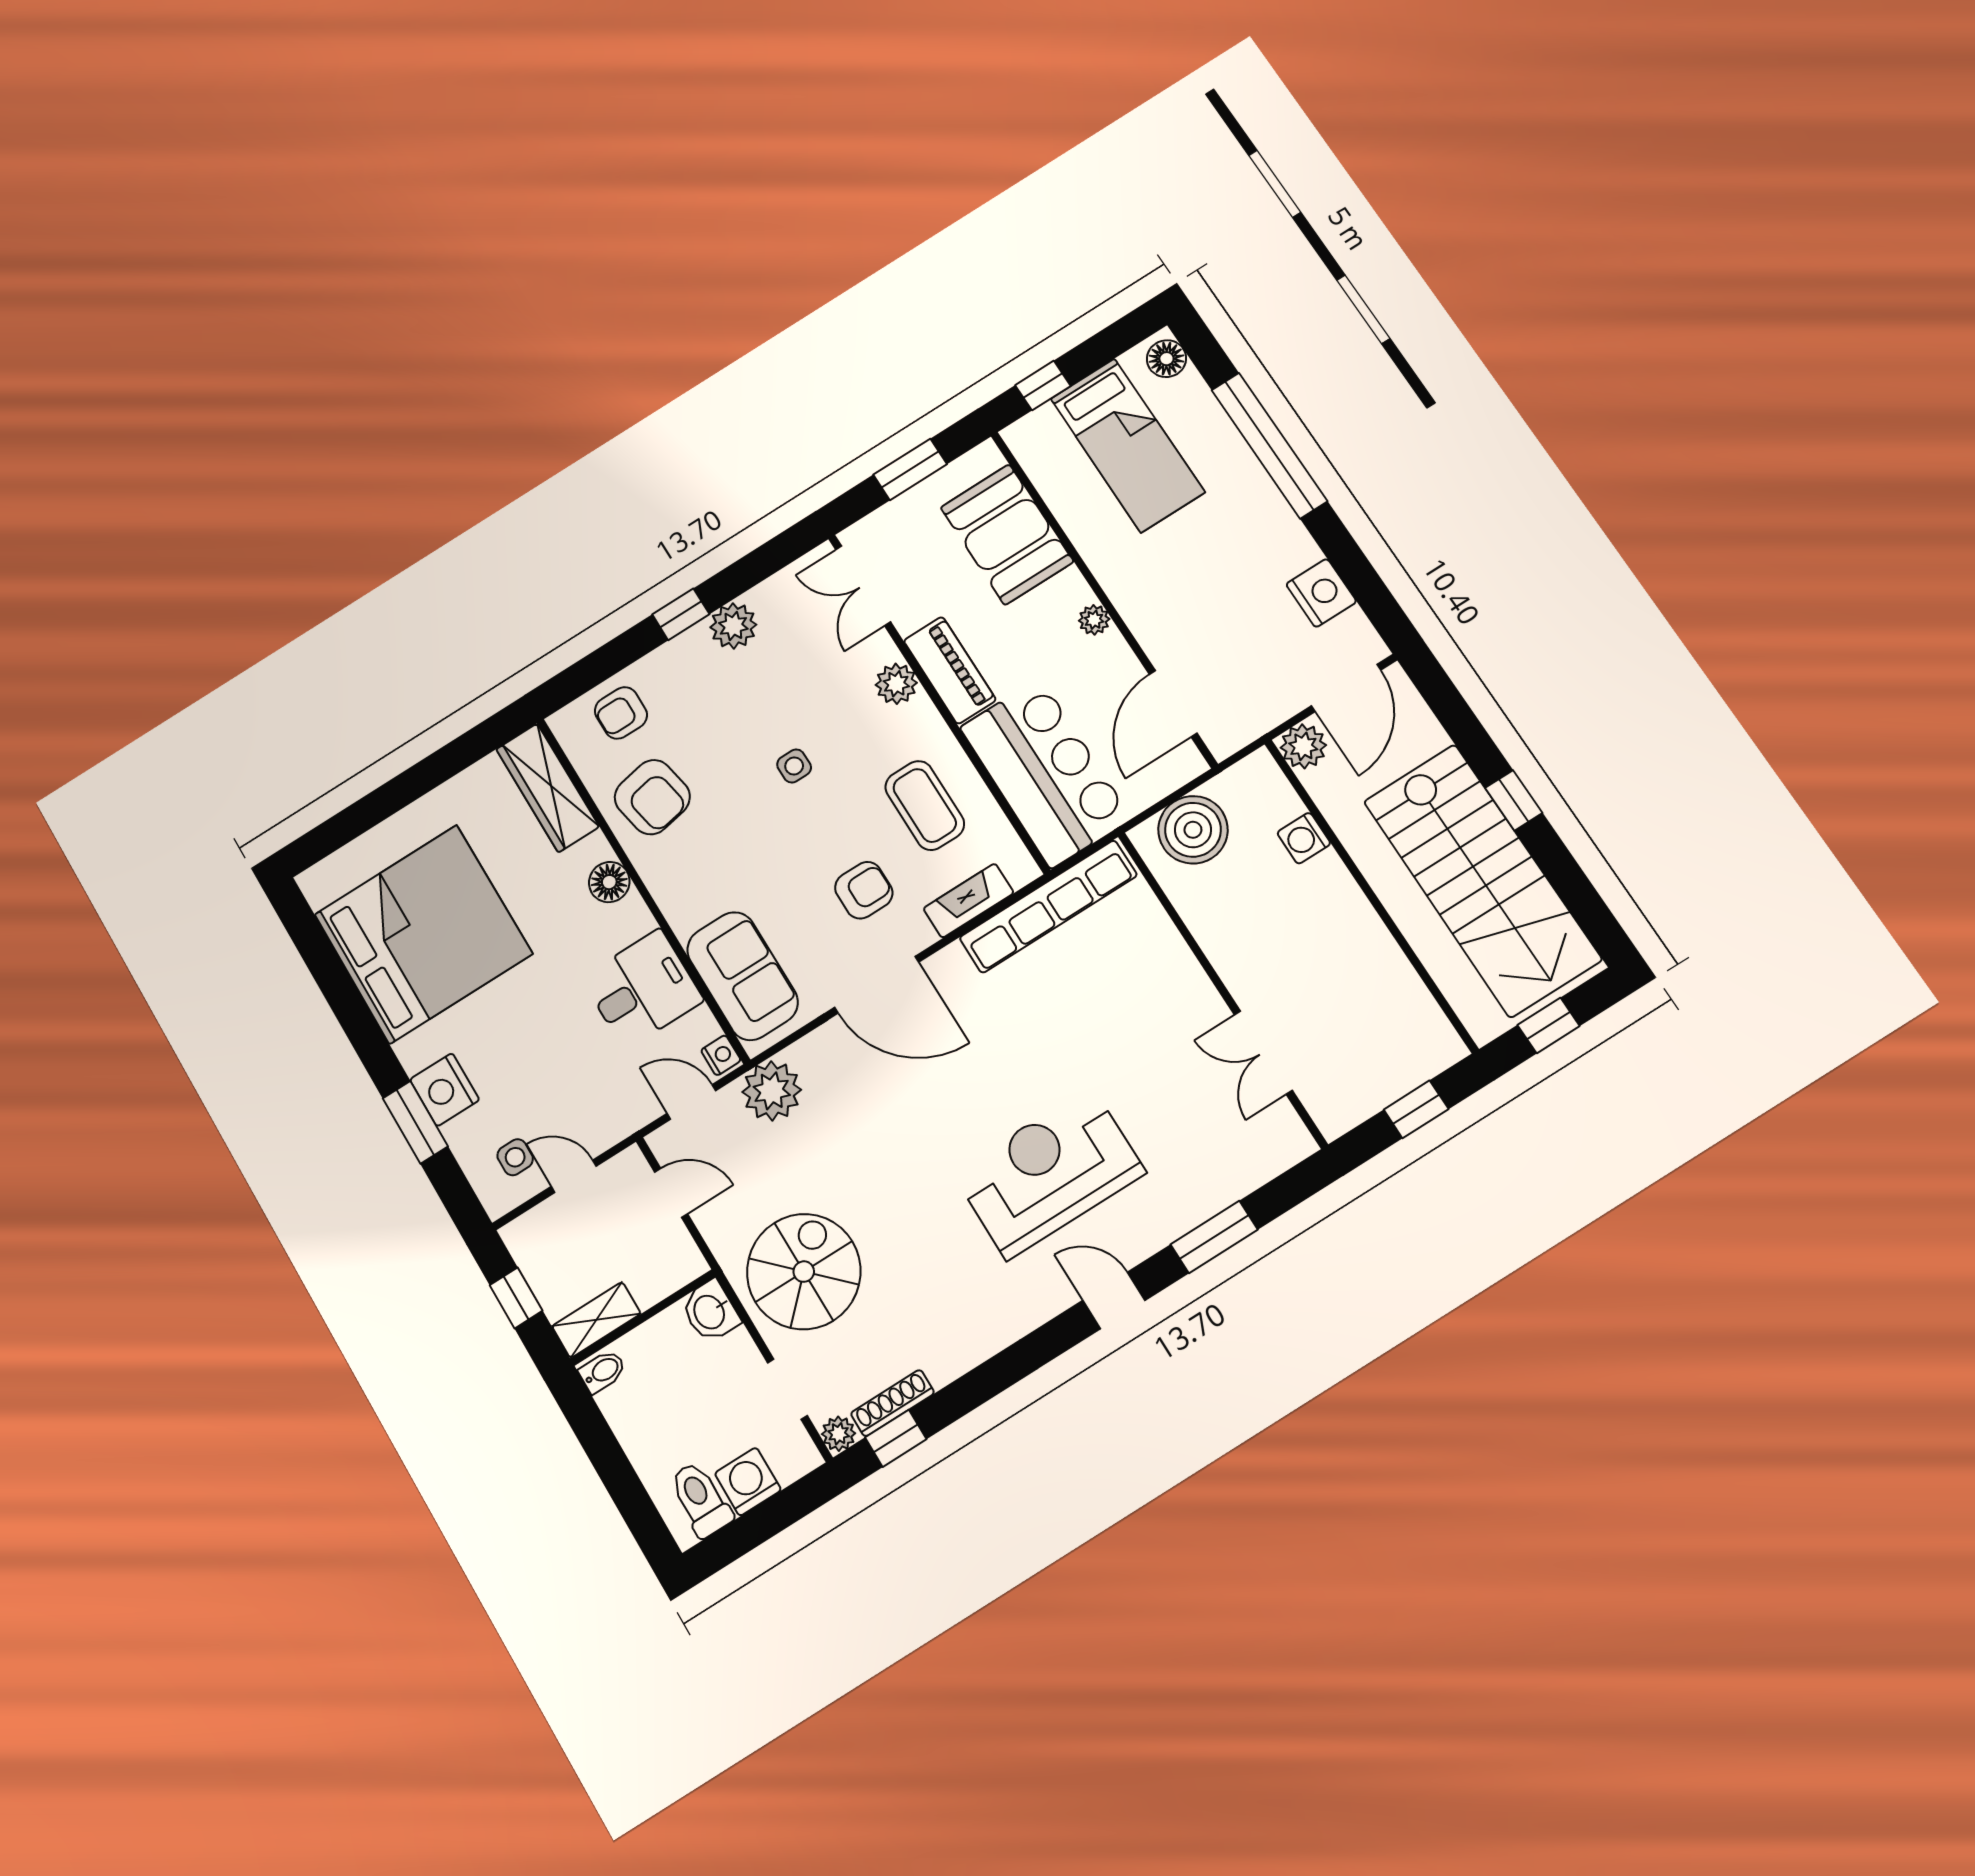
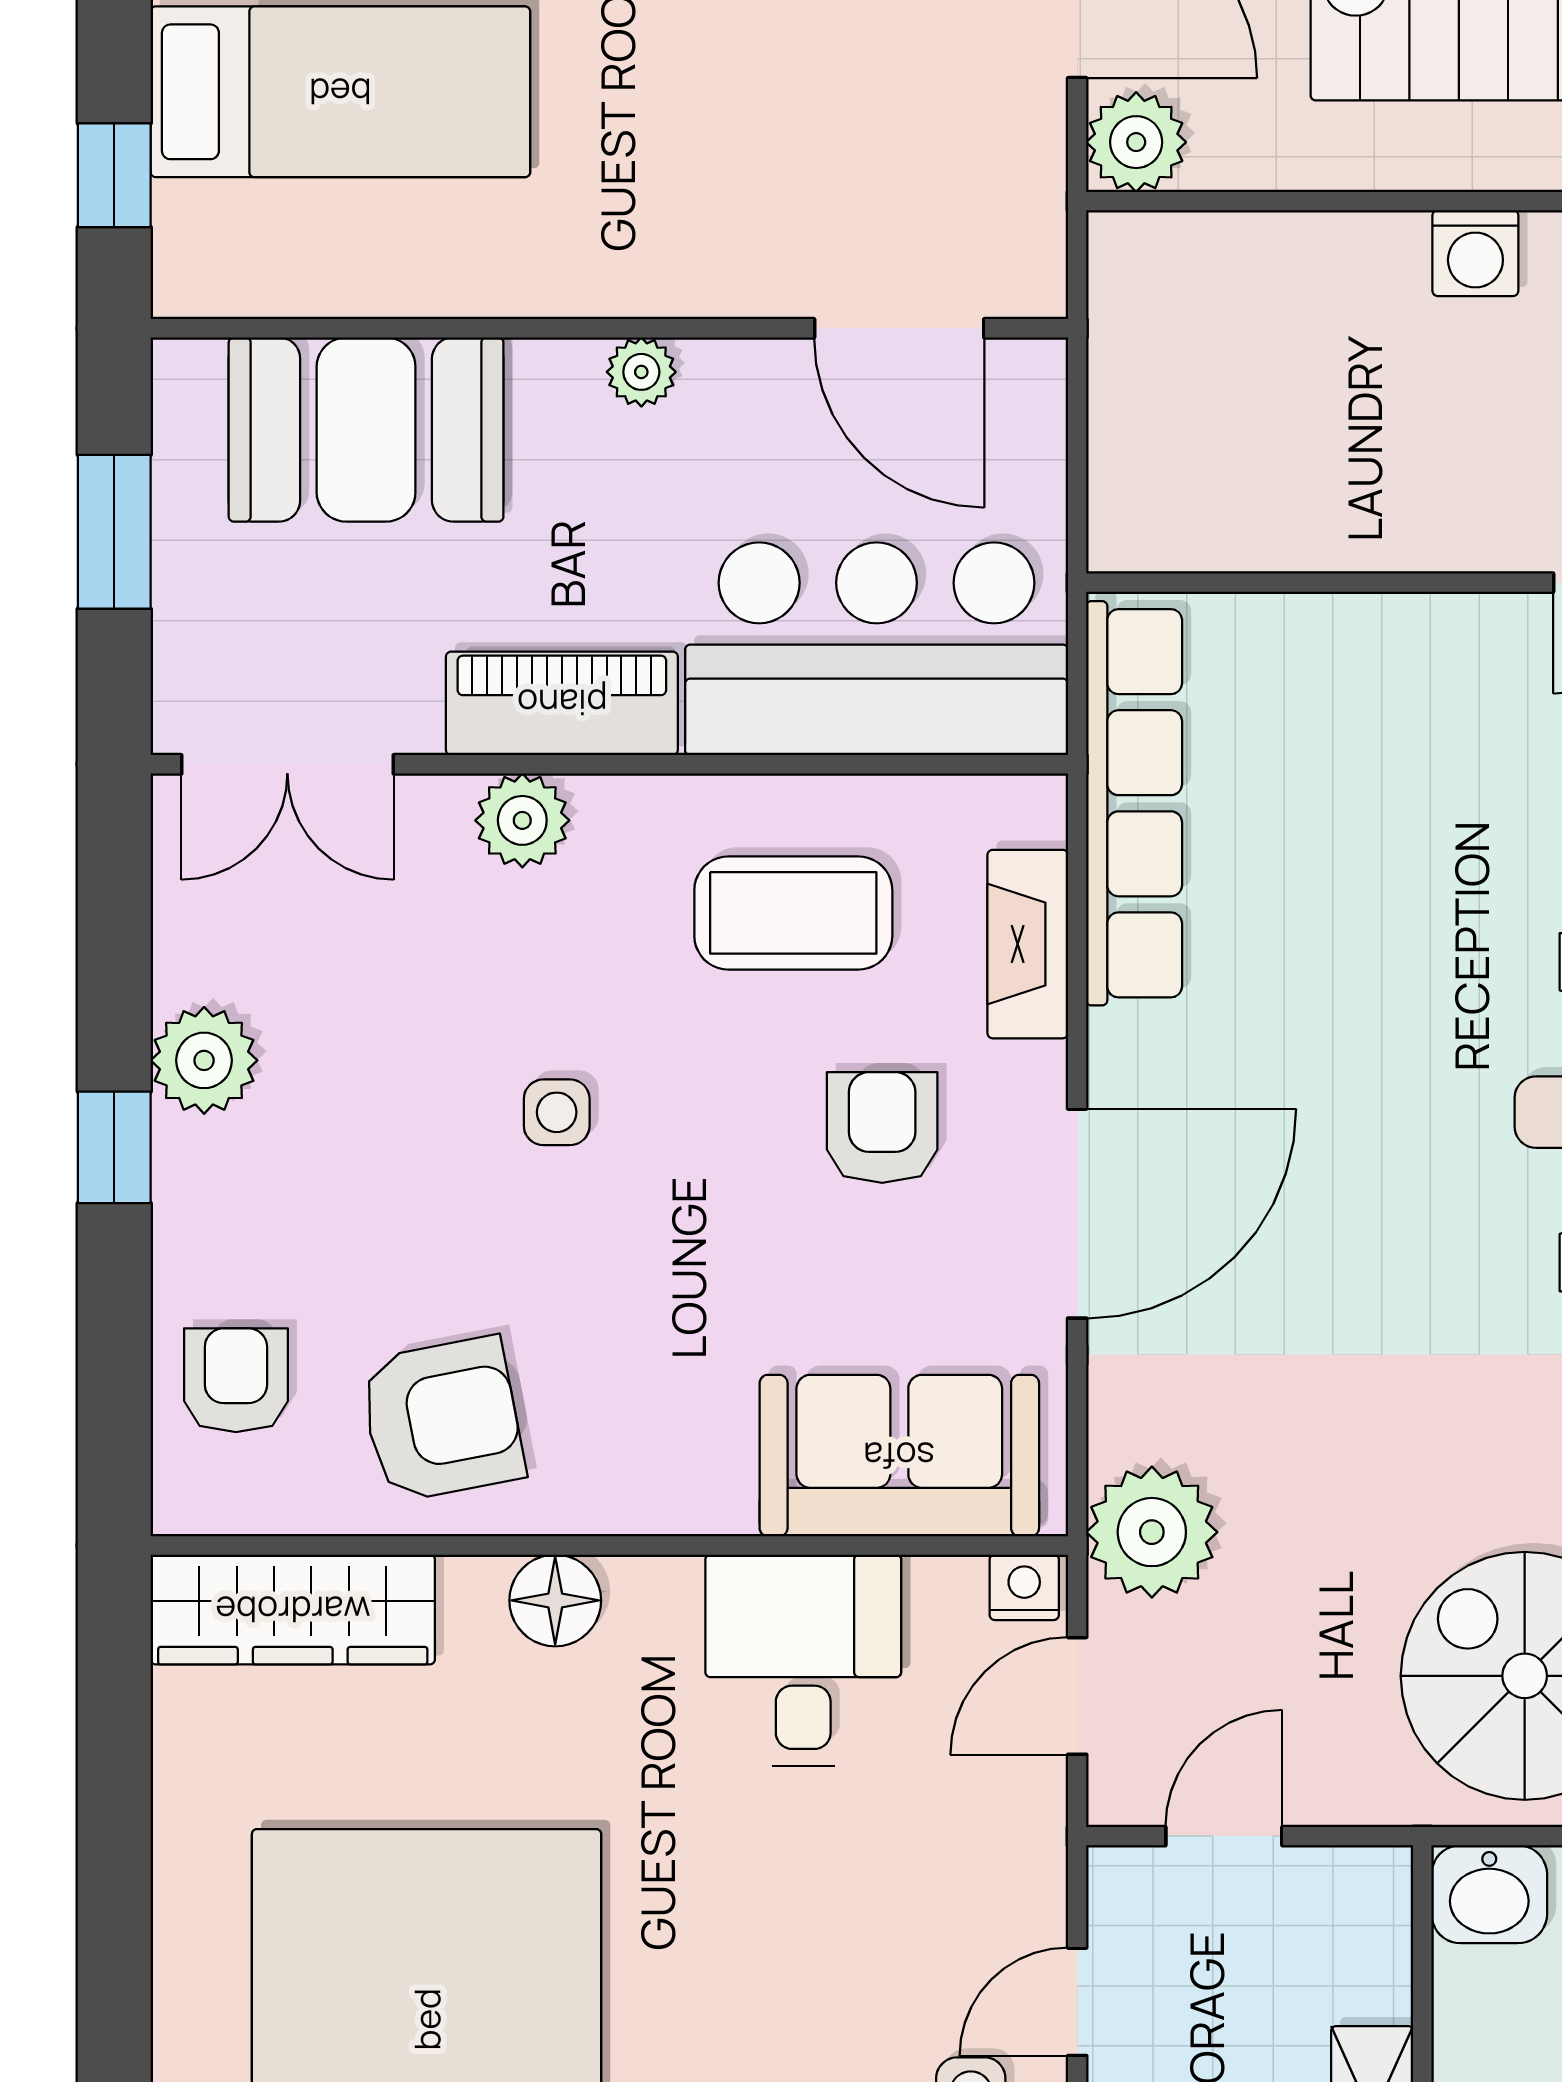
armchair: (621, 713) -> (236, 1380), turned 180
boiler: (1193, 830) -> (1162, 445), removed
washing machine: (1304, 838) -> (1475, 253), moved

